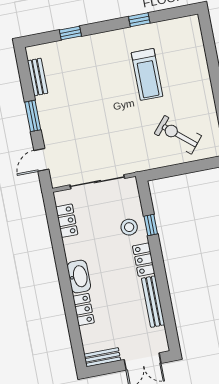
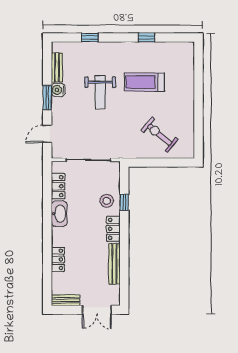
treadmill: (147, 74) -> (144, 82), turned 90
weight bench: (96, 97) -> (100, 92), added
water cooler: (44, 104) -> (58, 90), added
washbasin: (79, 277) -> (59, 214), moved

